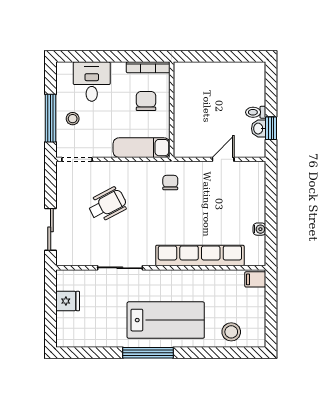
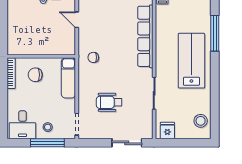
desk: (92, 82) -> (22, 125), moved, turned -90
wheelchair: (107, 205) -> (109, 102), turned -62
fridge: (68, 301) -> (167, 131), moved
stool: (231, 332) -> (201, 121), moved
window: (148, 353) -> (215, 33), moved

